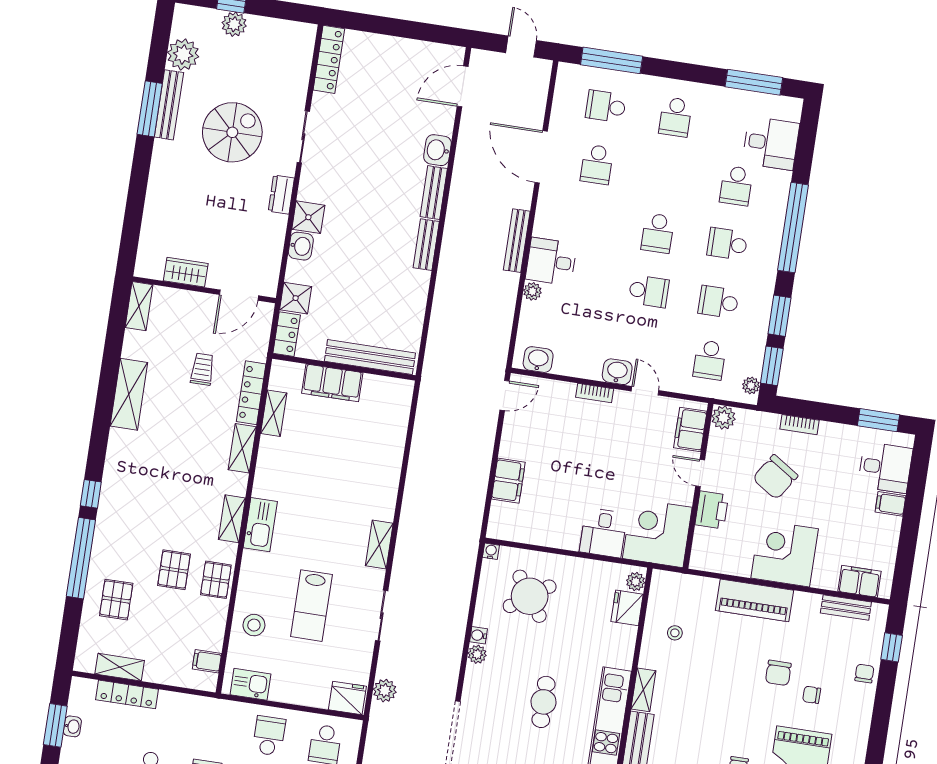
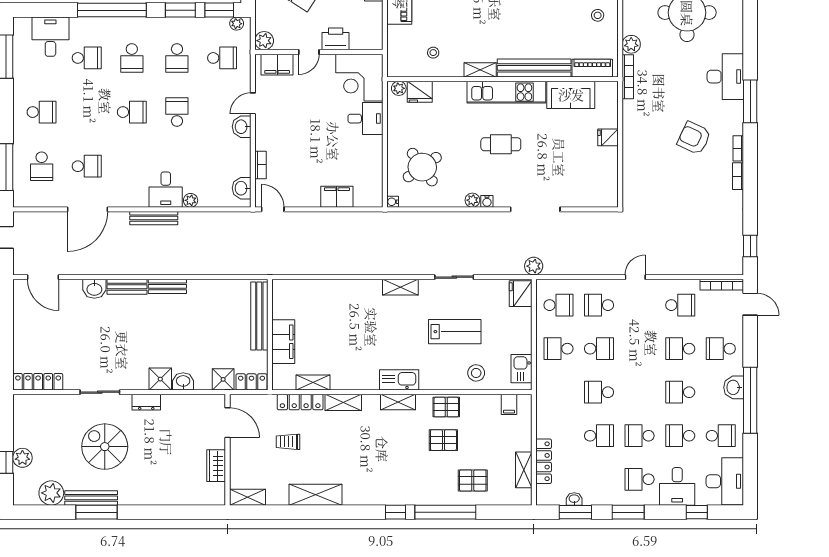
bookcase: (595, 393) -> (260, 165), moved
water cooler: (478, 635) -> (487, 201), moved
plant: (385, 691) -> (534, 266), moved

